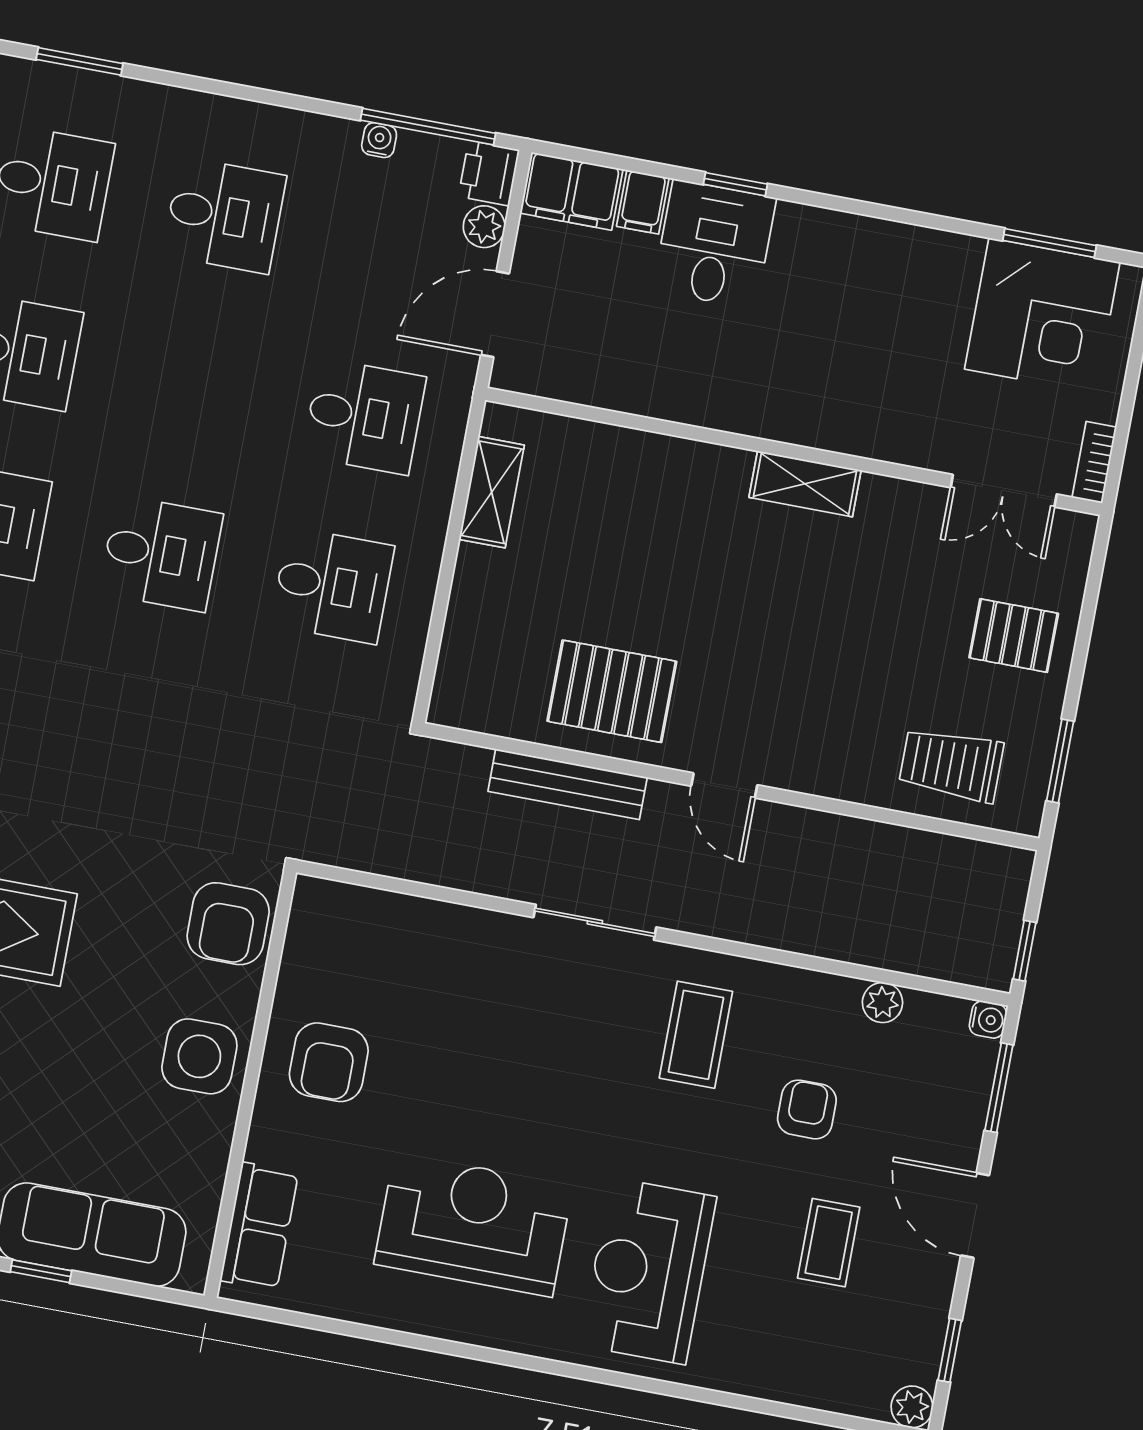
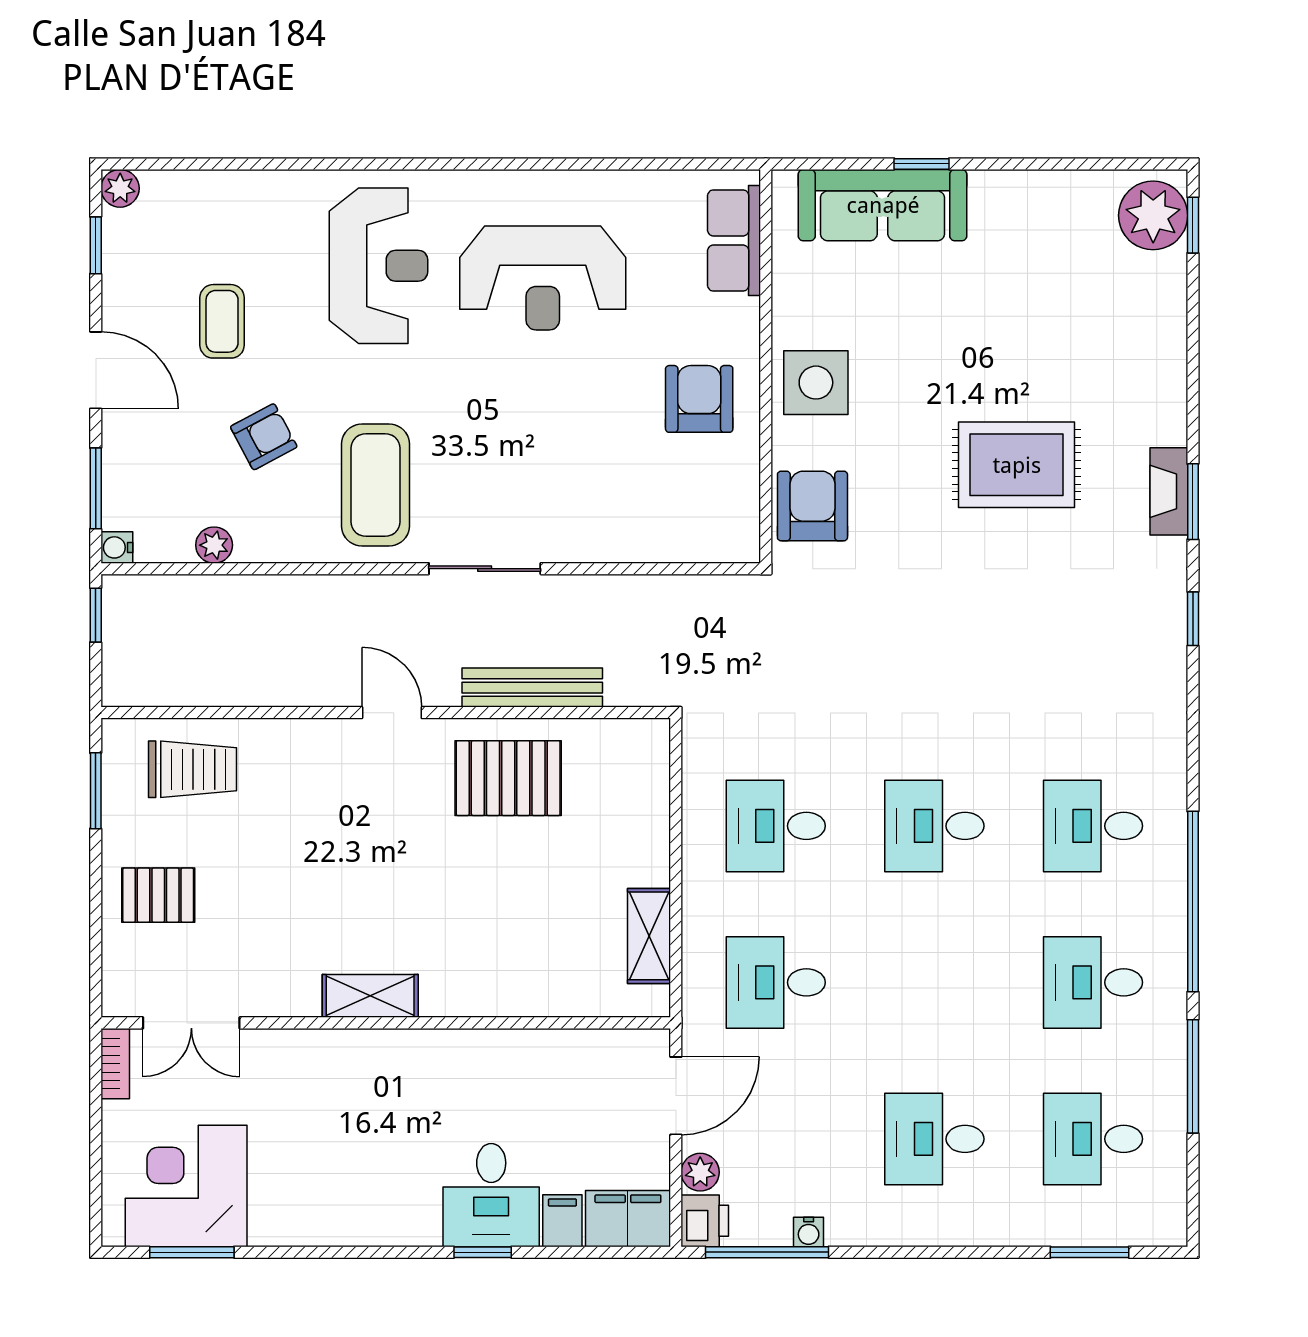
double door: (1004, 491) -> (191, 1023), swing flipped
coffee table: (696, 1035) -> (375, 485), width x1.36, depth x1.32
armchair: (807, 1109) -> (264, 437), turned -118

